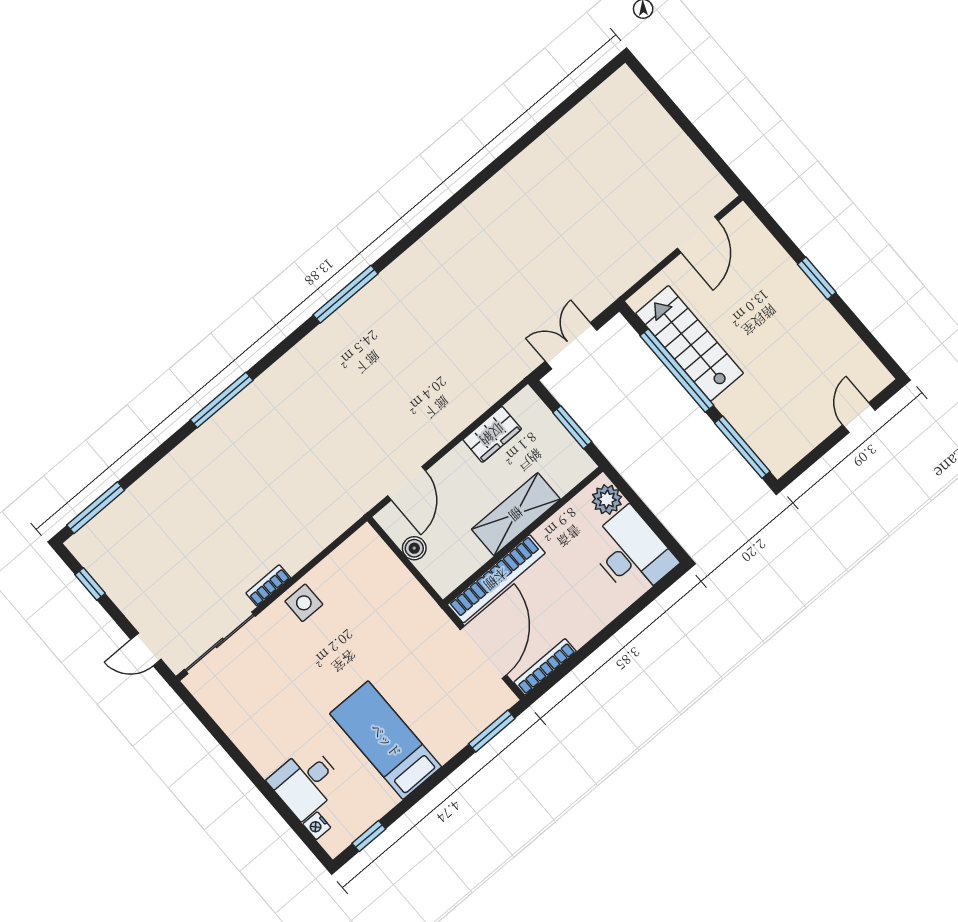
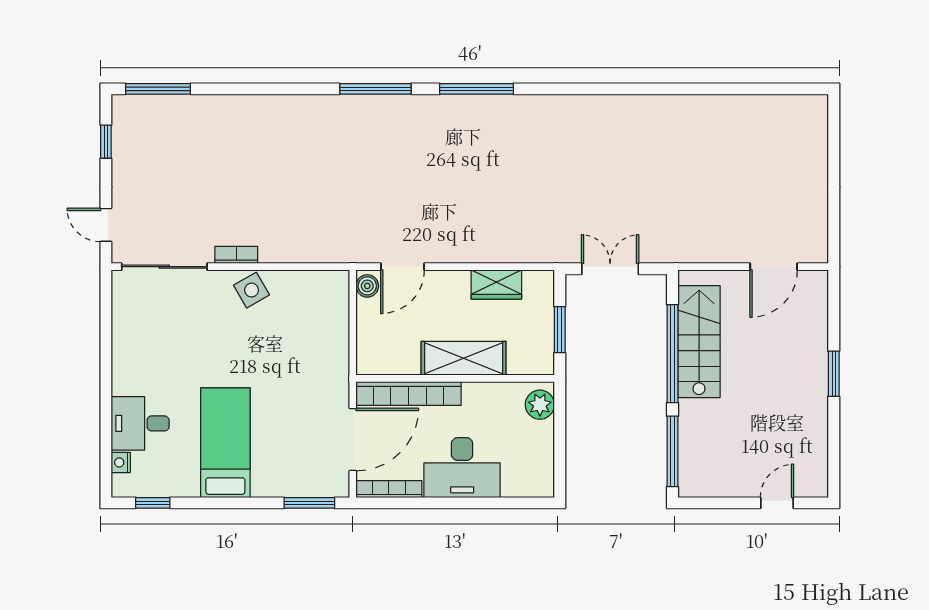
window: (222, 400) -> (376, 89), moved
boiler: (414, 548) -> (367, 286), moved
desk: (632, 553) -> (462, 468), moved, turned 90
side table: (304, 603) -> (252, 290), turned -30

